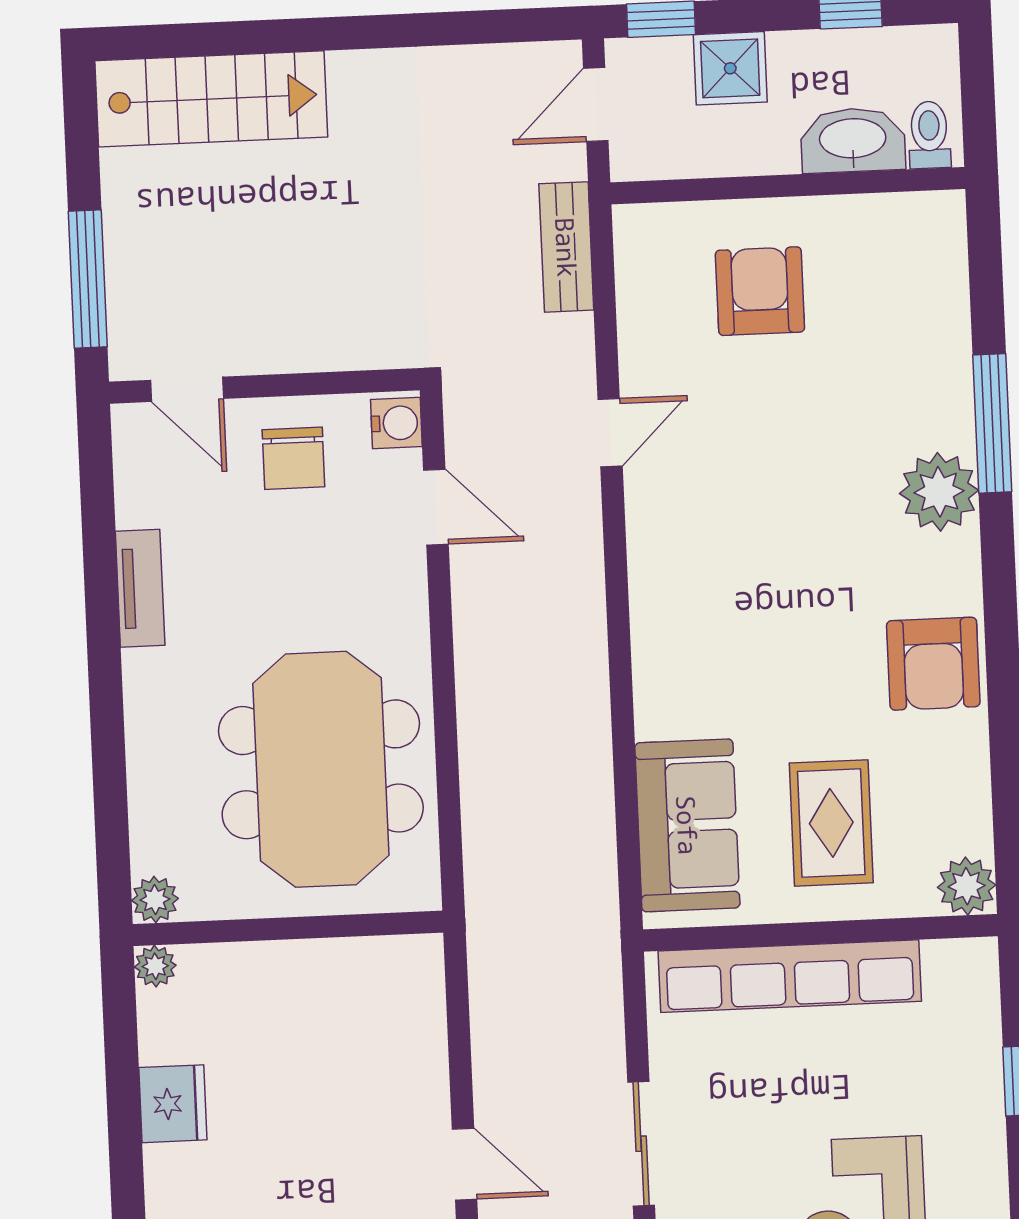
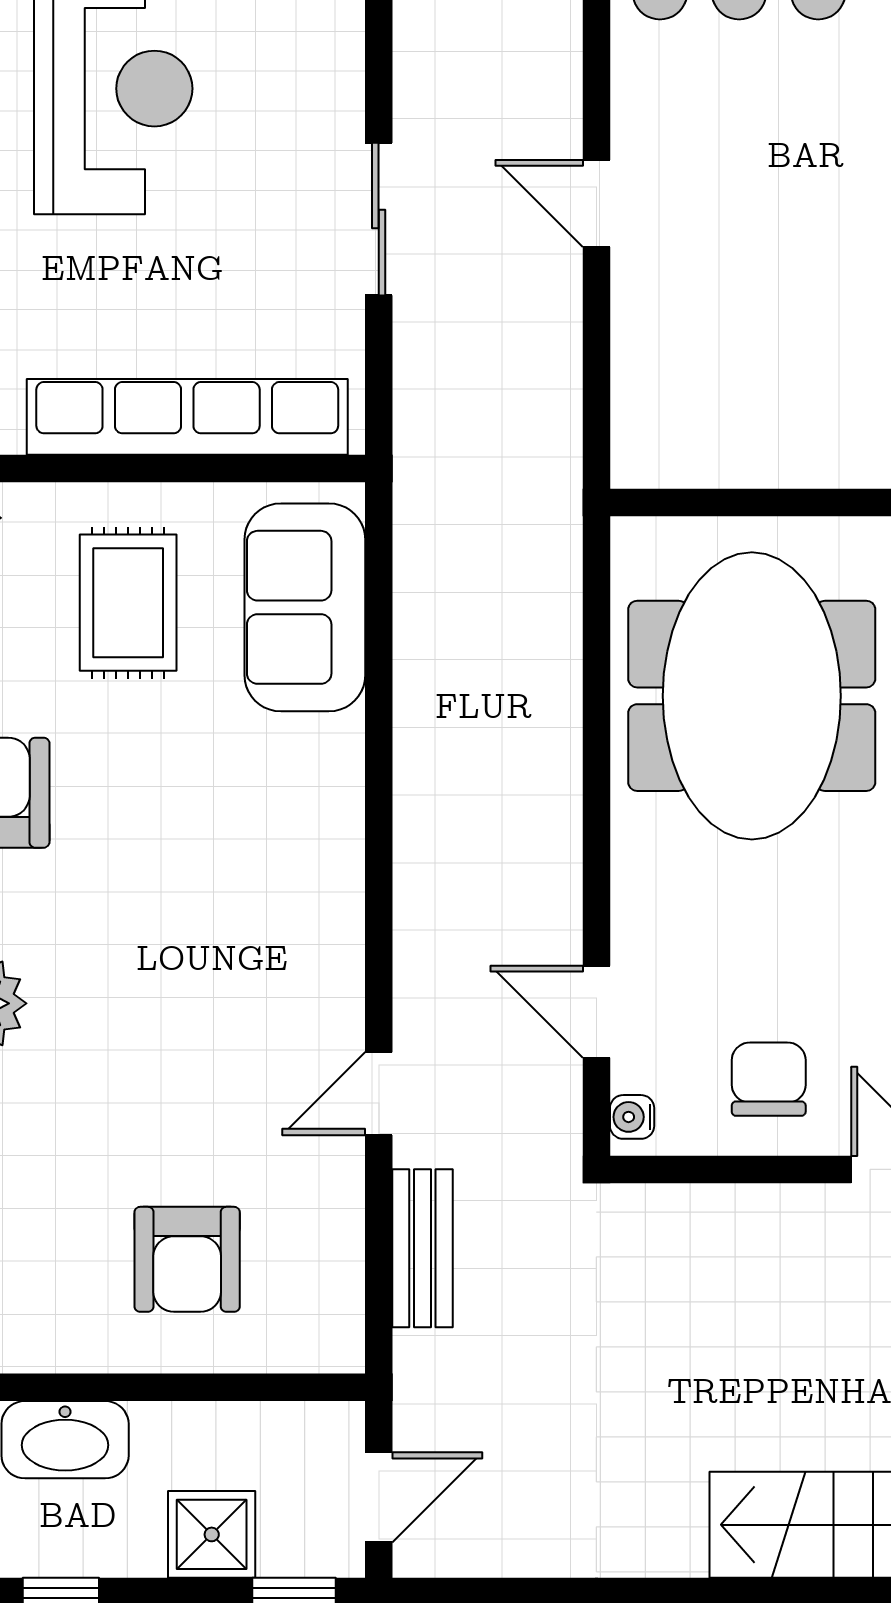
bench: (566, 247) -> (422, 1248), moved
water cooler: (396, 423) -> (632, 1117), width x0.72, depth x0.72

